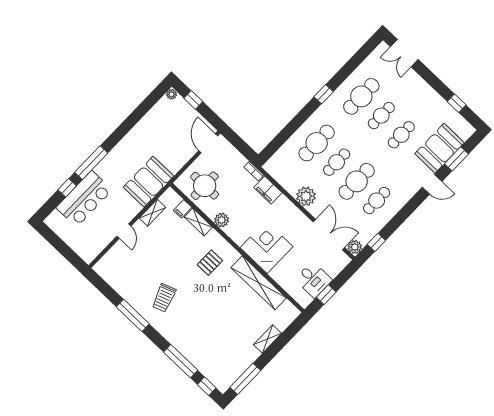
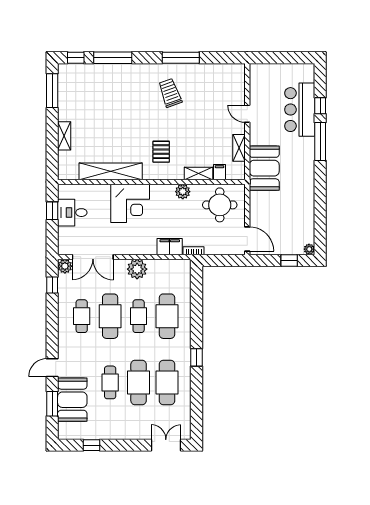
cafe table: (381, 116) -> (139, 382), width x1.37, depth x1.35

